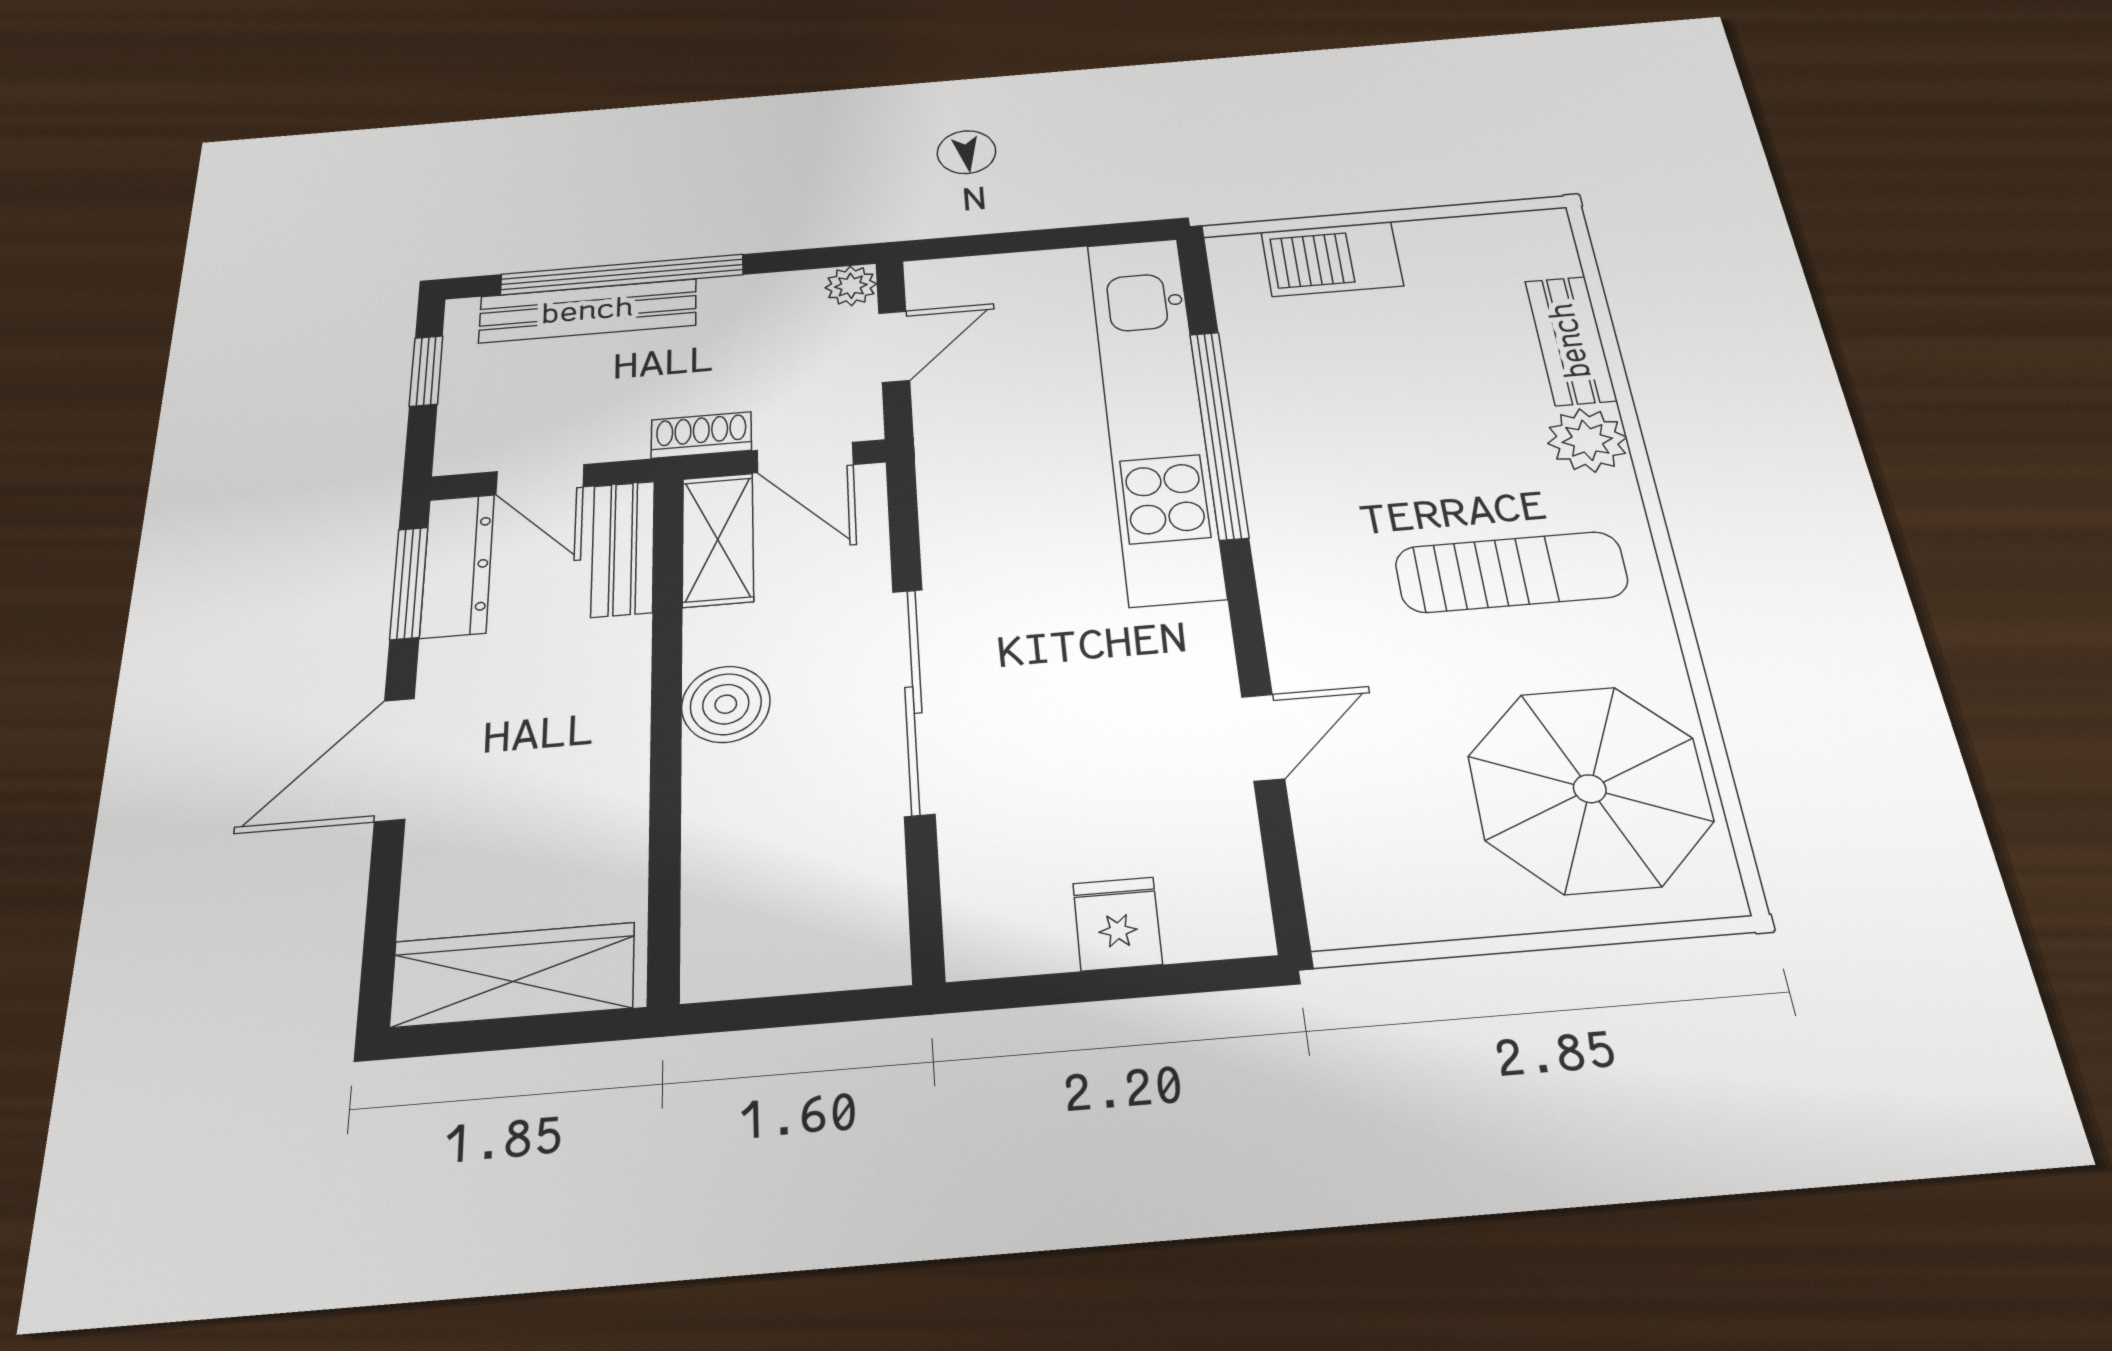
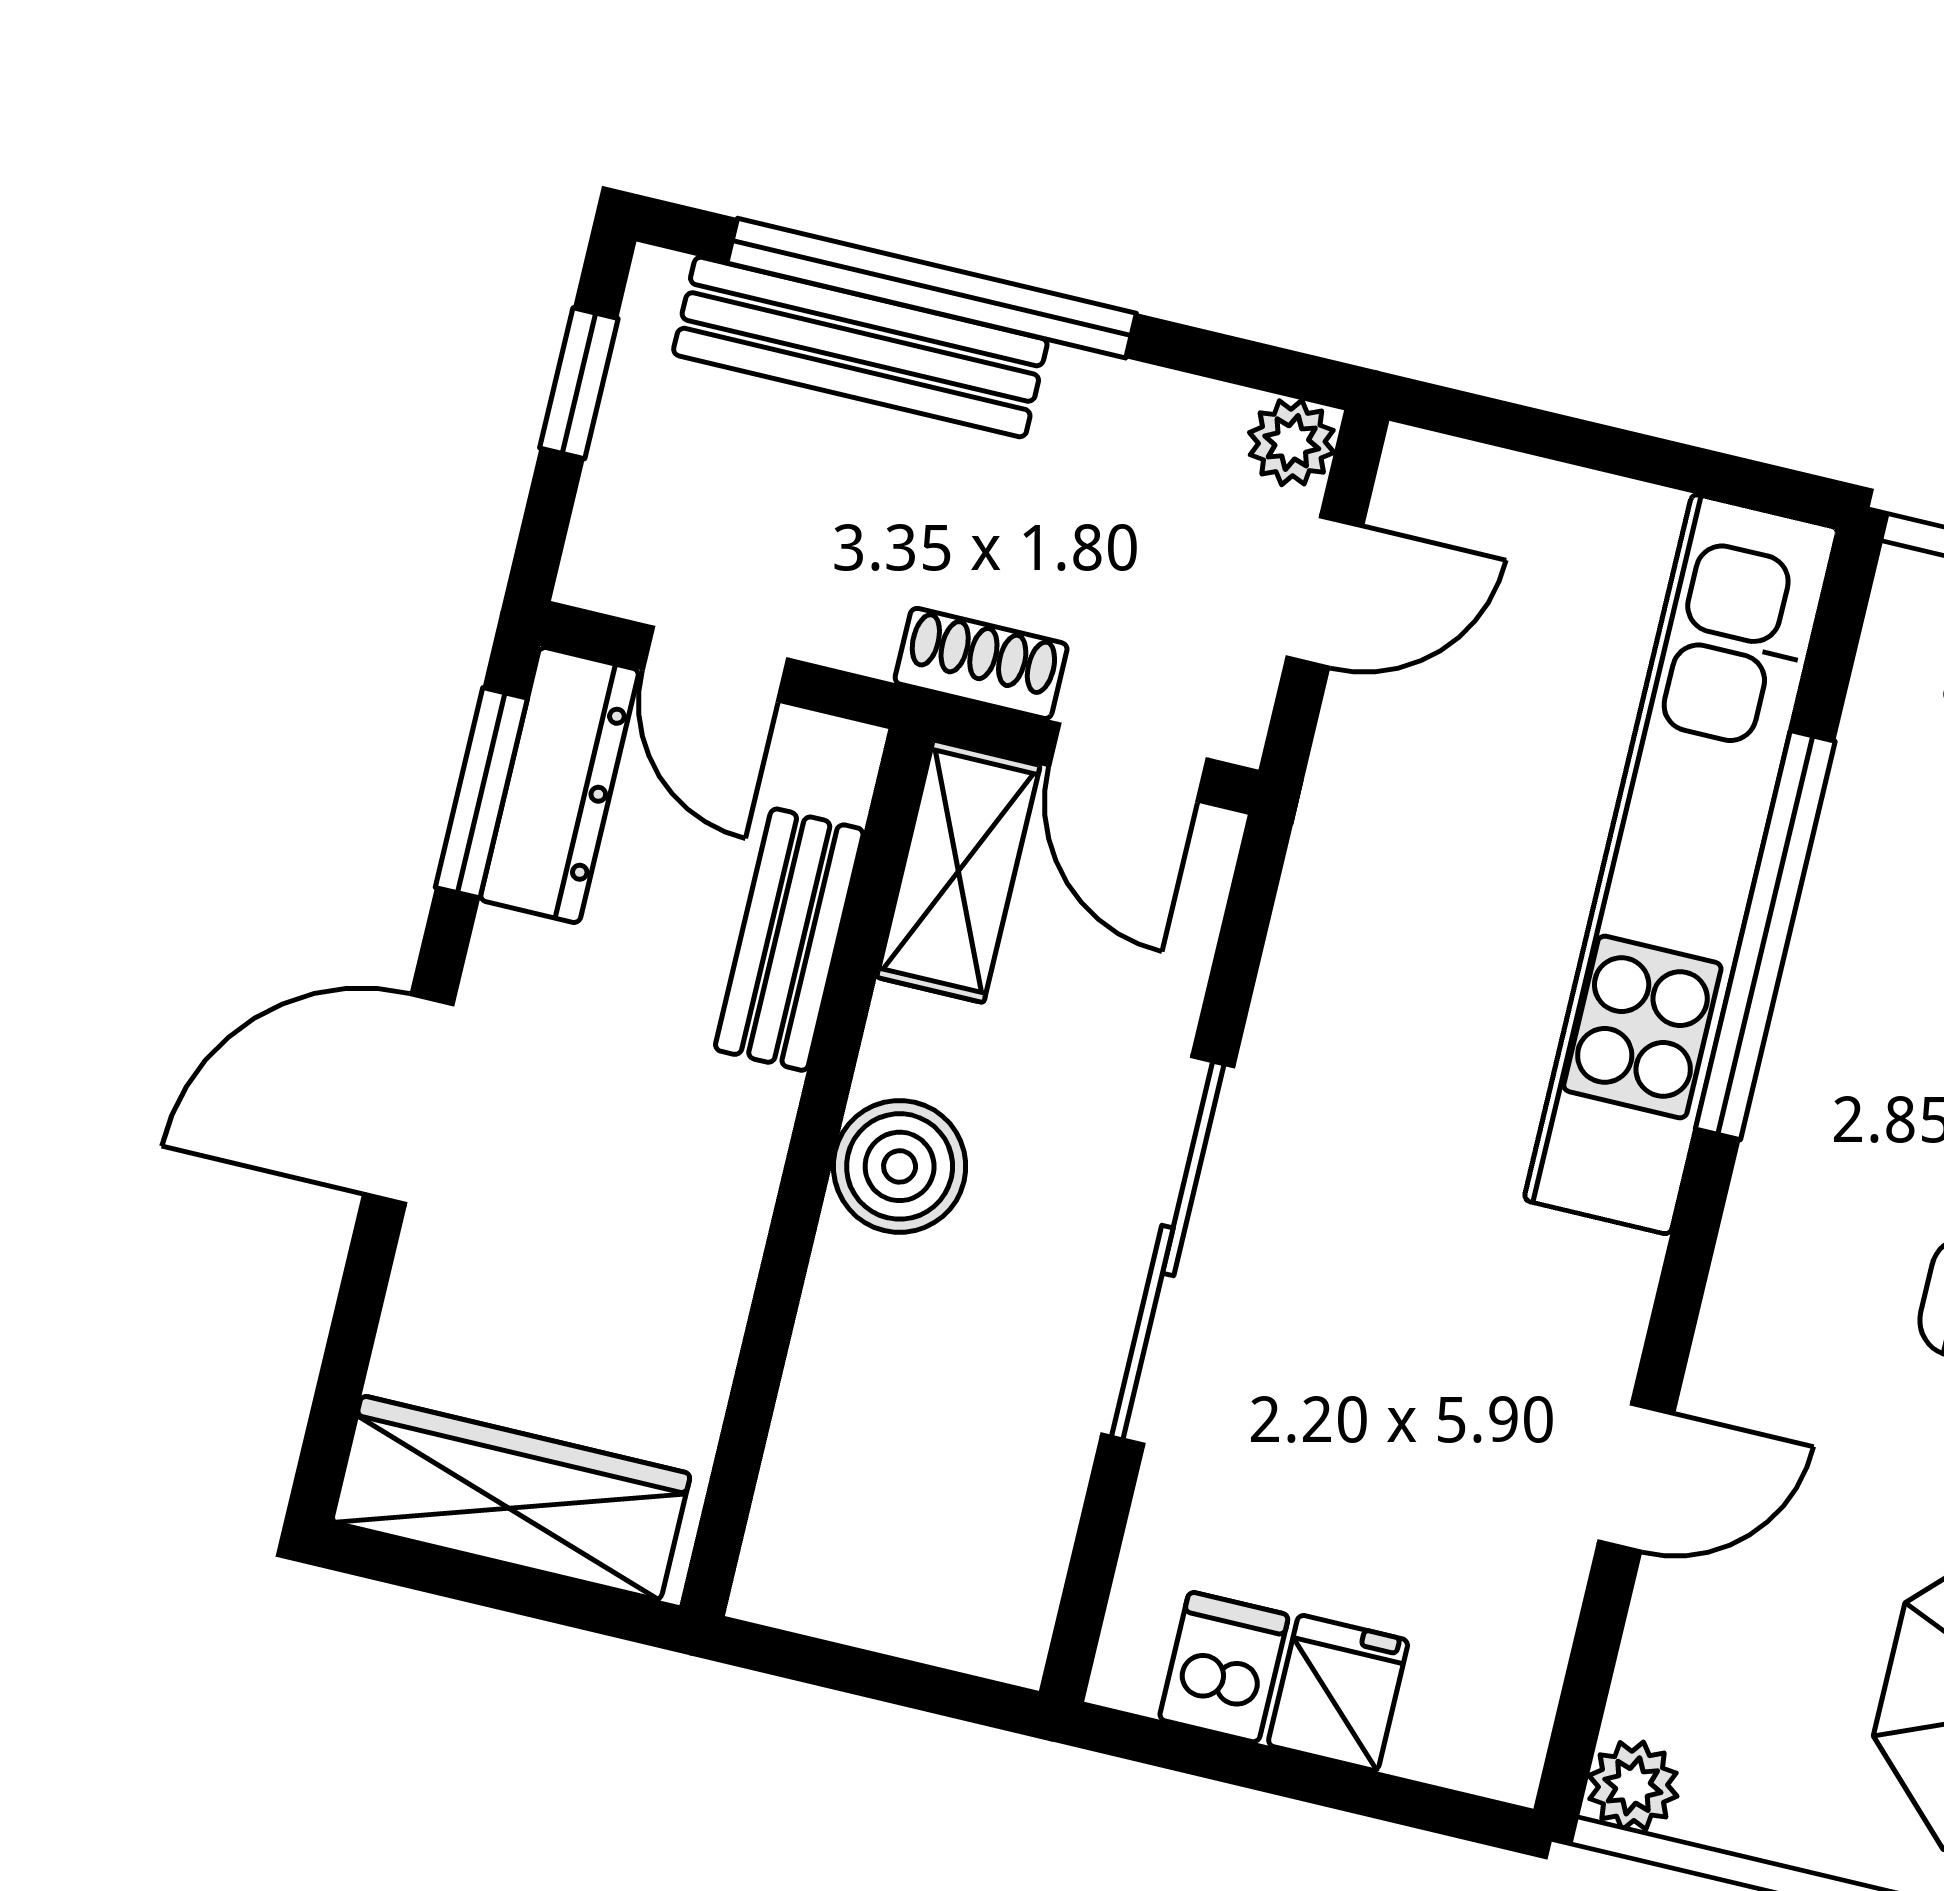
bench: (623, 549) -> (789, 940), moved
plant: (1339, 920) -> (1633, 1786), added
dishwasher: (1034, 932) -> (1224, 1667), added

